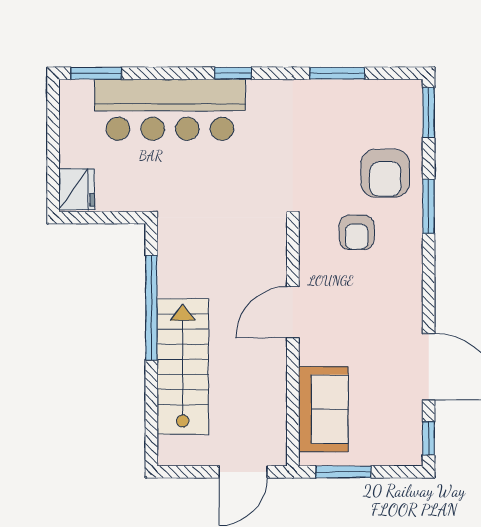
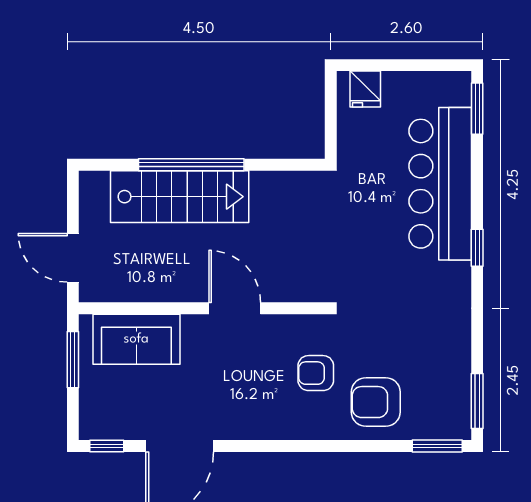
window: (337, 73) -> (477, 401), moved
fridge: (77, 189) -> (365, 89), width x0.72
window: (429, 206) -> (342, 446), removed
window: (151, 308) -> (191, 165), moved

